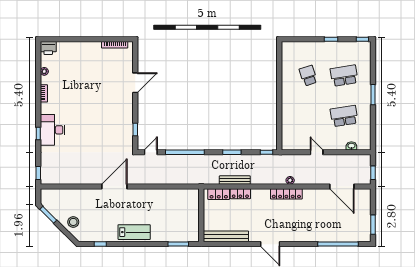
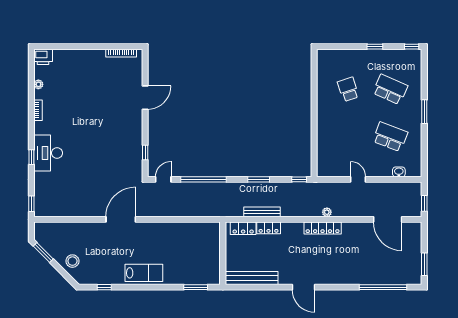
school desk: (344, 76) -> (390, 89), turned 33
school desk: (344, 116) -> (390, 137), turned 30

